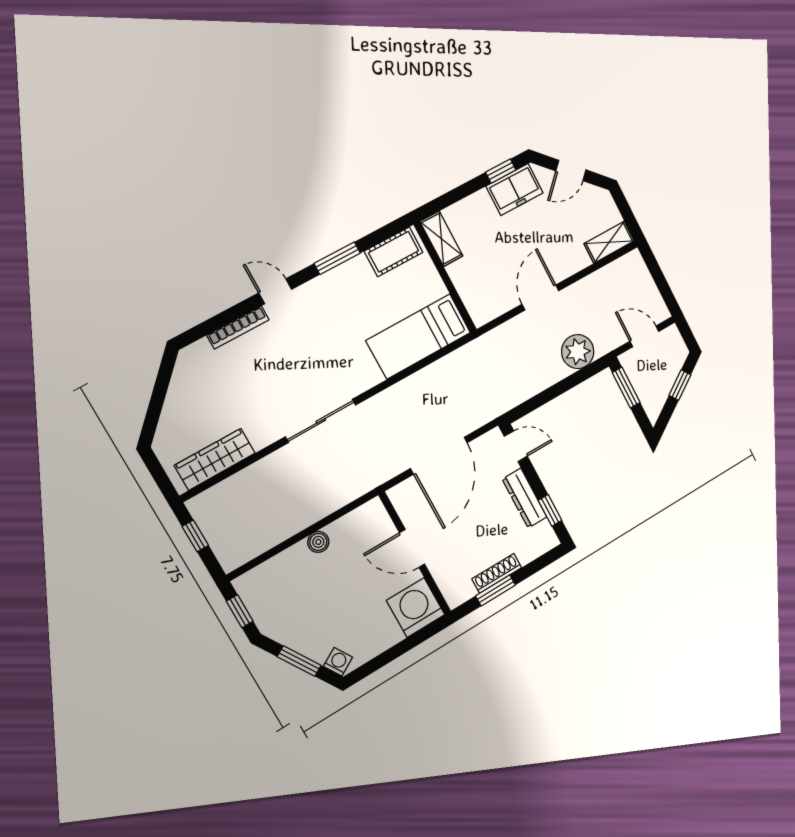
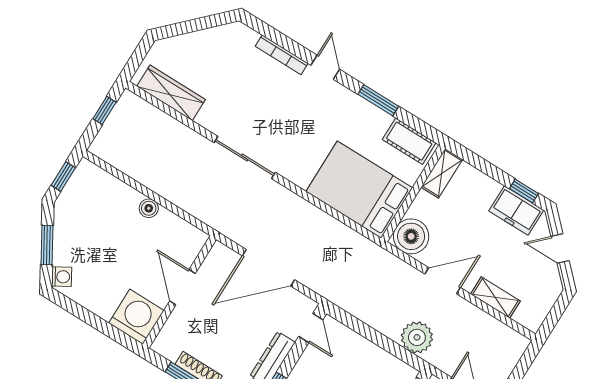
shelving: (609, 242) -> (495, 297), moved
boiler: (484, 303) -> (411, 236), added
bed: (419, 337) -> (359, 190), width x1.50

